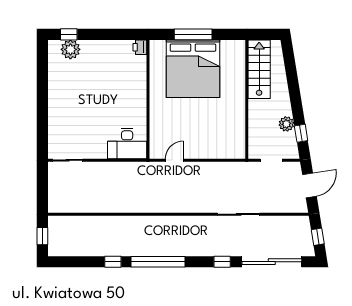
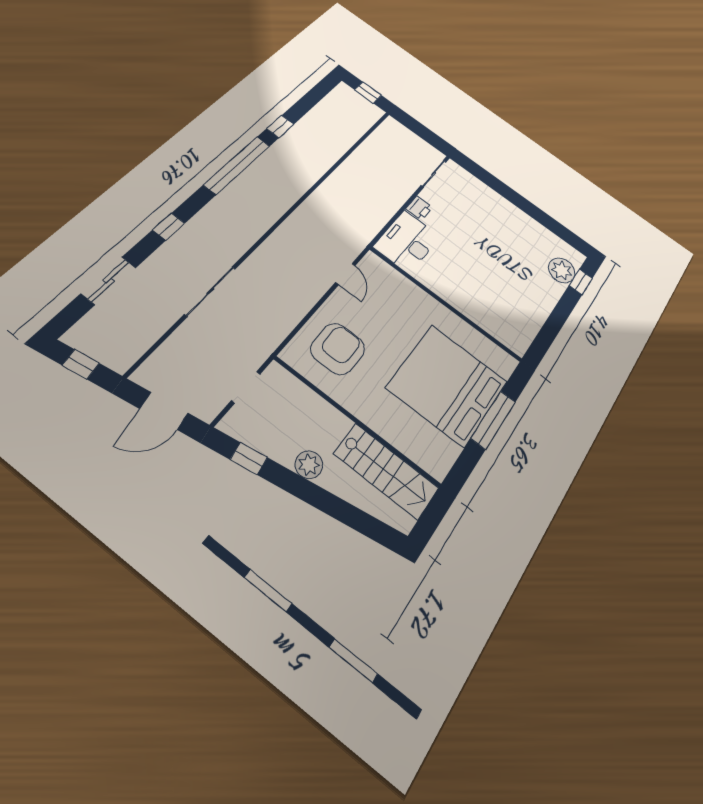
printer: (140, 47) -> (419, 208), moved, turned 90
plant: (286, 124) -> (309, 465), moved
armchair: (218, 134) -> (338, 349), added
door: (309, 185) -> (164, 411), hinge flipped
sliding door: (272, 262) -> (109, 281), width x0.54

